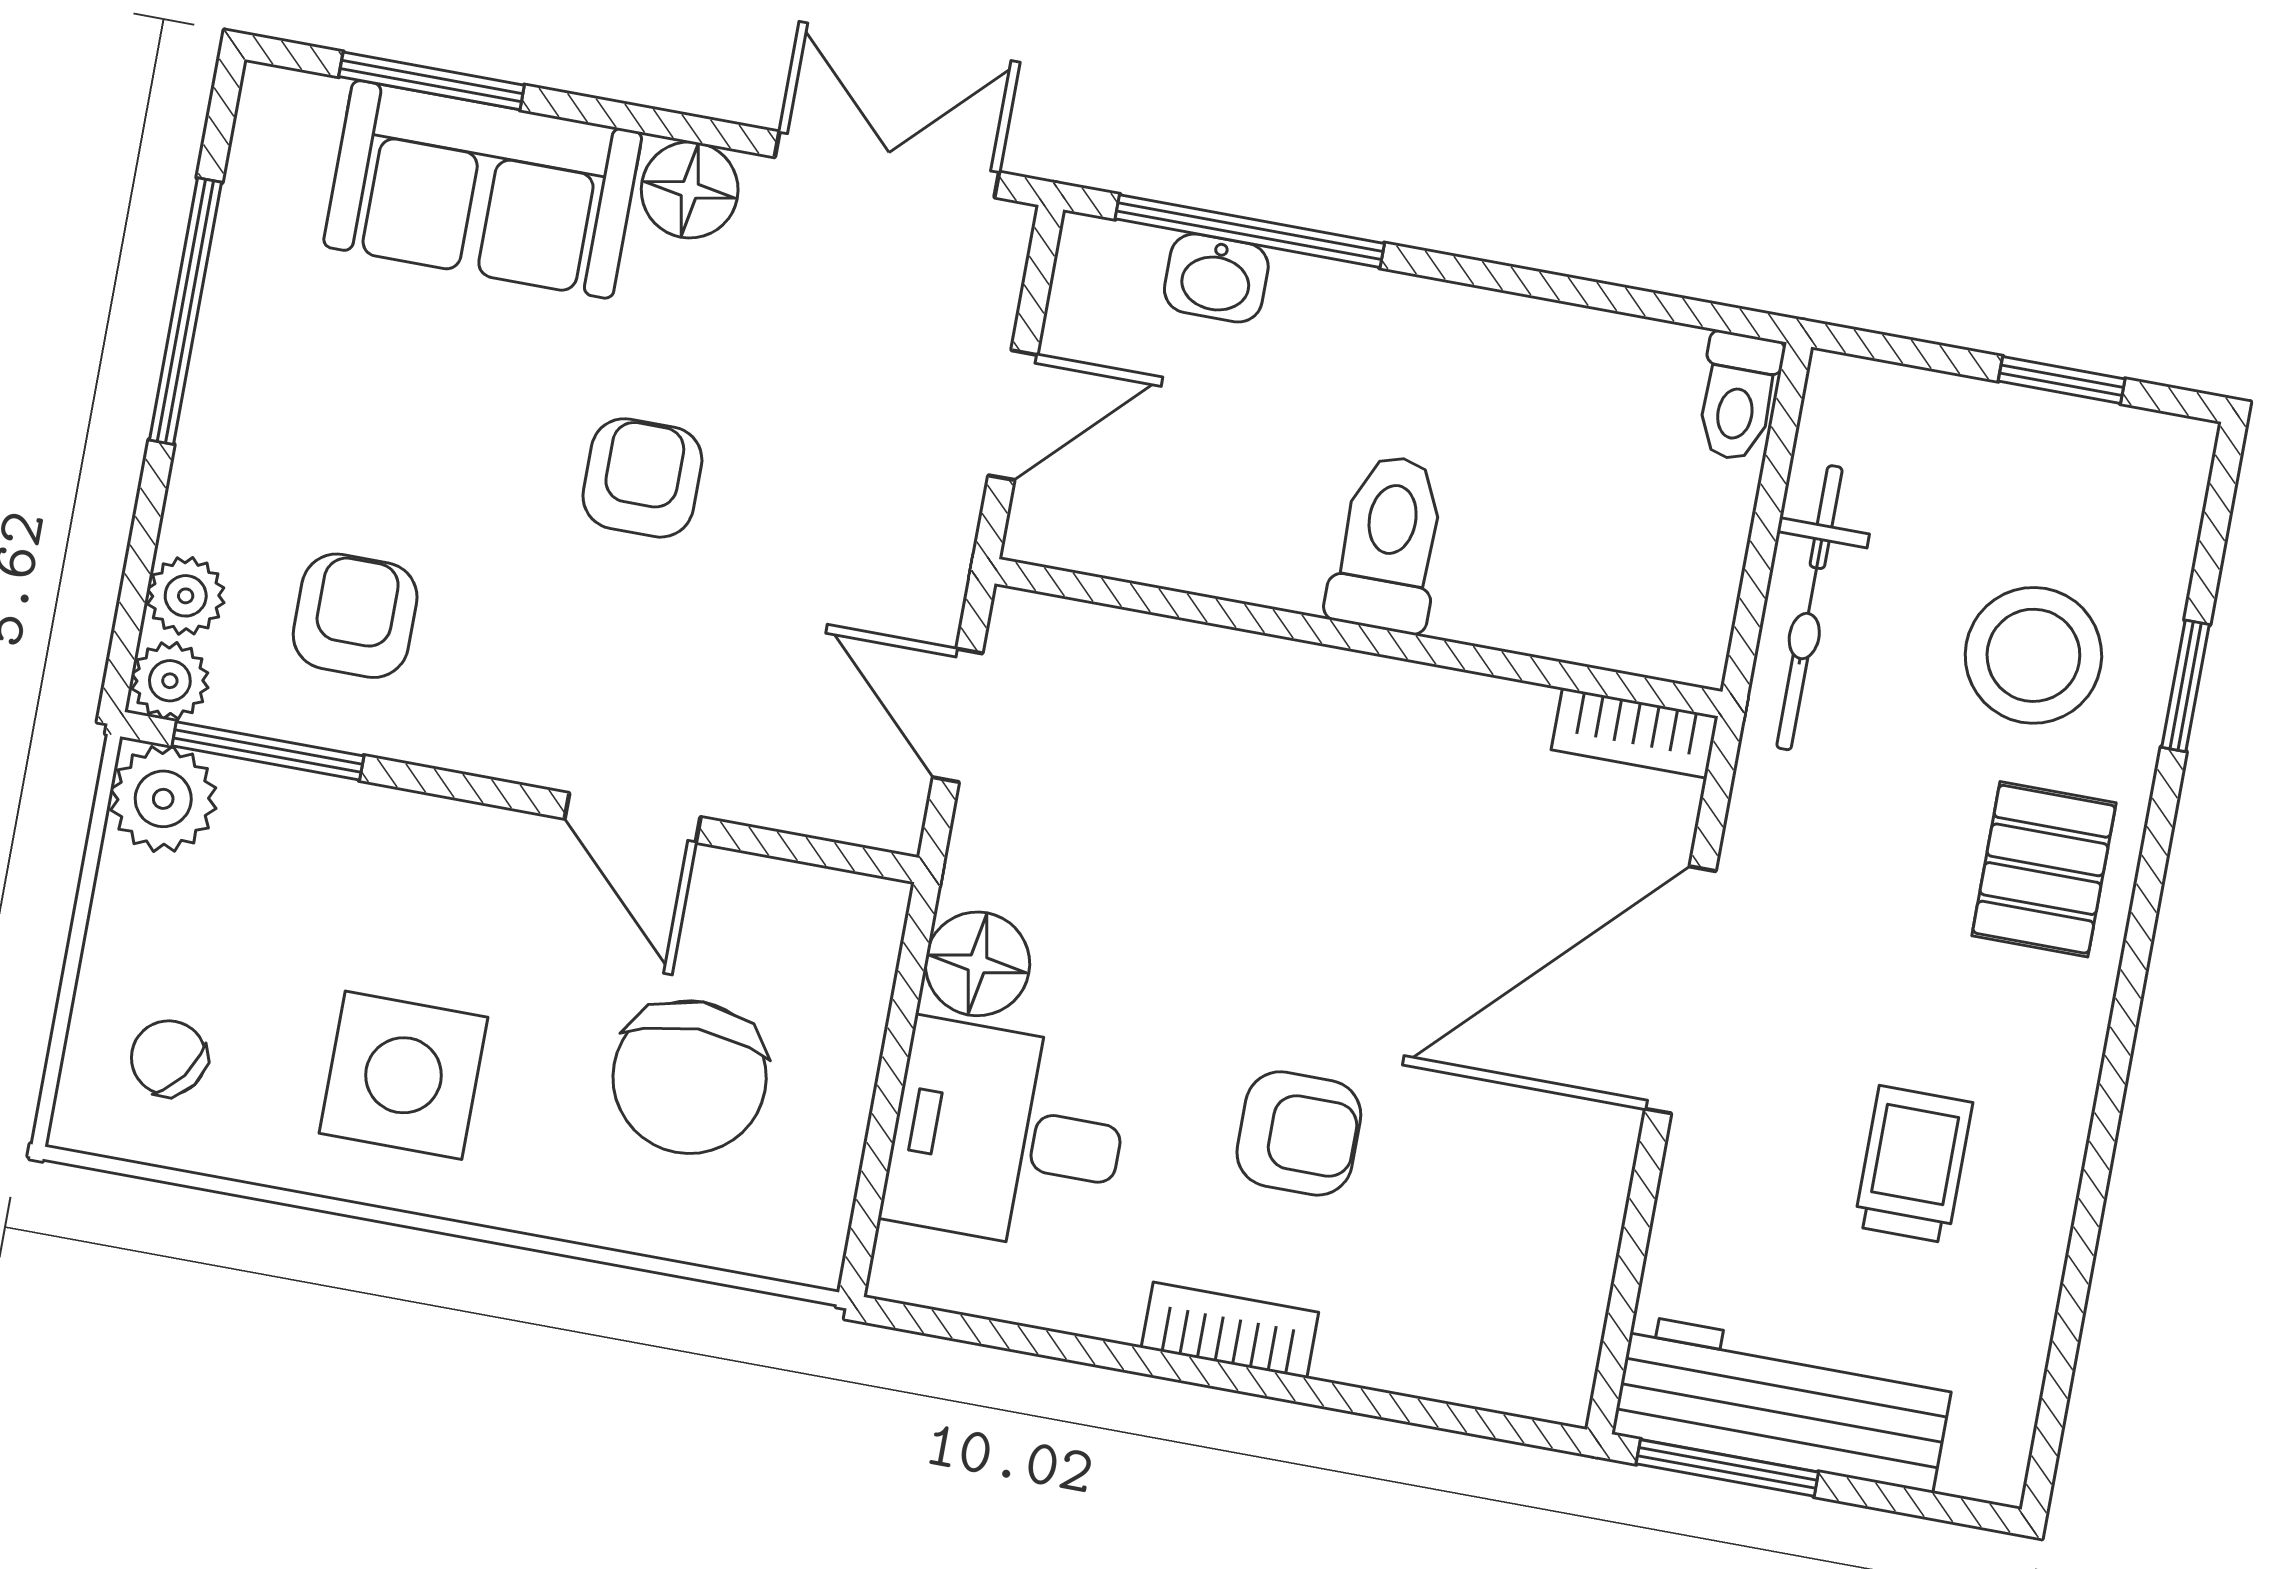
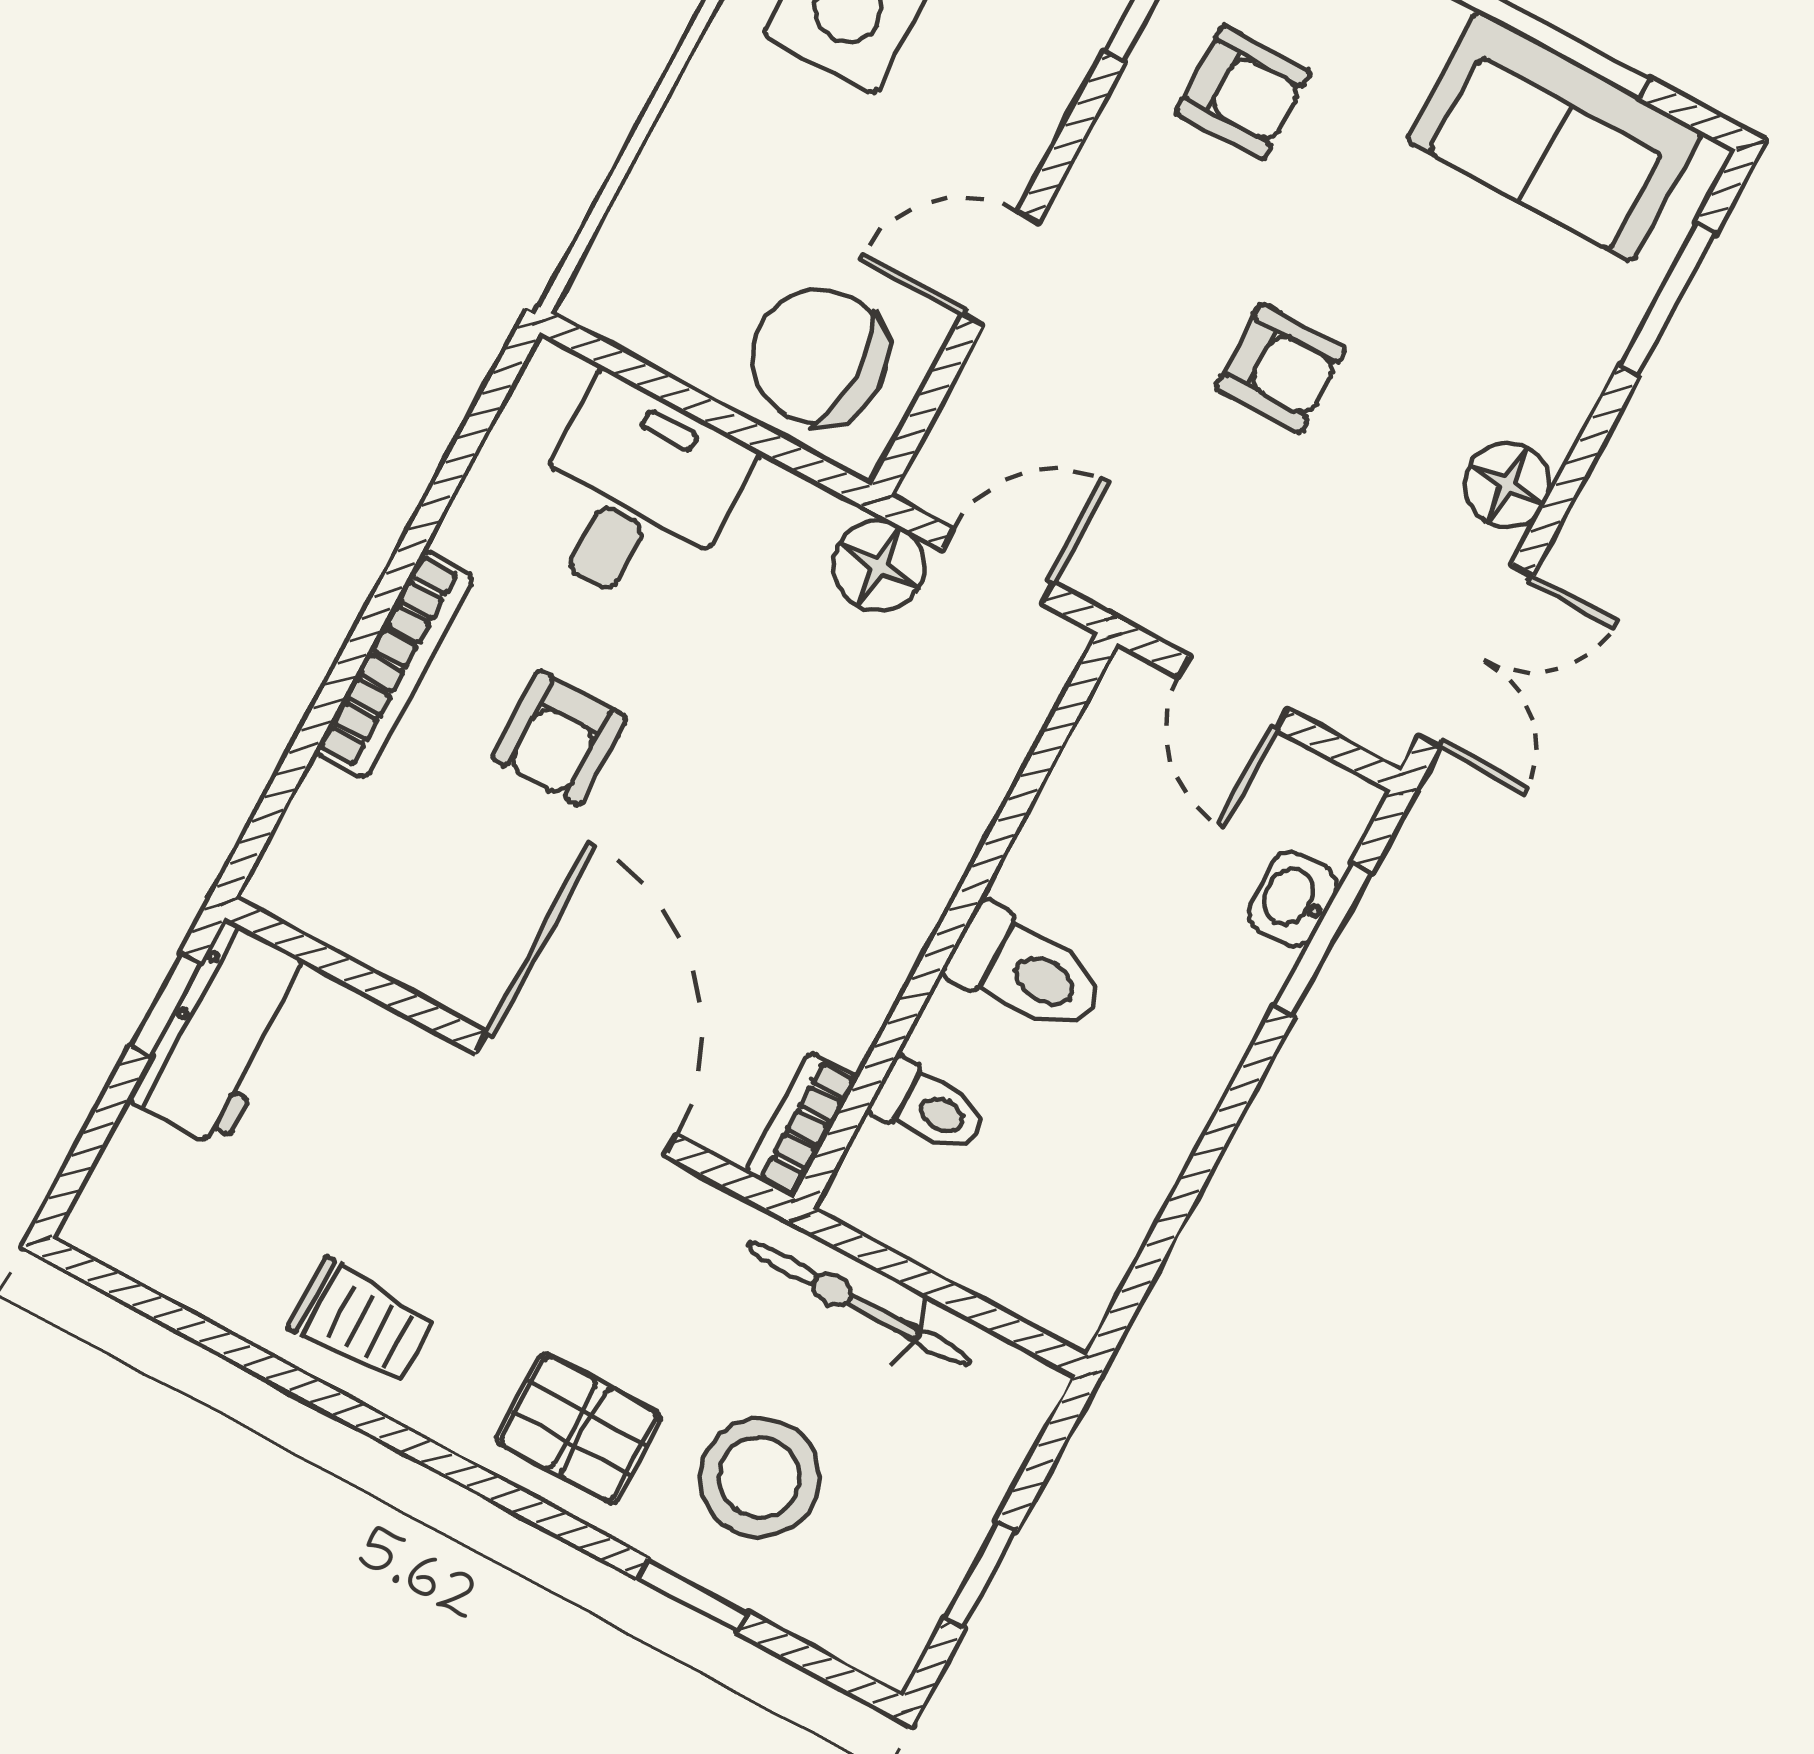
sofa: (483, 189) -> (1554, 136), moved, turned -90
window: (1250, 231) -> (1323, 939), width x0.69
toilet: (1738, 396) -> (929, 1108), moved, turned 180
floor lamp: (978, 964) -> (879, 566), moved
chair: (690, 1077) -> (819, 356), moved
trolley: (1913, 1164) -> (362, 1322), moved
bookcase: (1230, 1330) -> (394, 664), width x1.56
workbench: (1783, 1403) -> (223, 1034), width x0.73
window: (1727, 1468) -> (166, 1004), width x0.67

